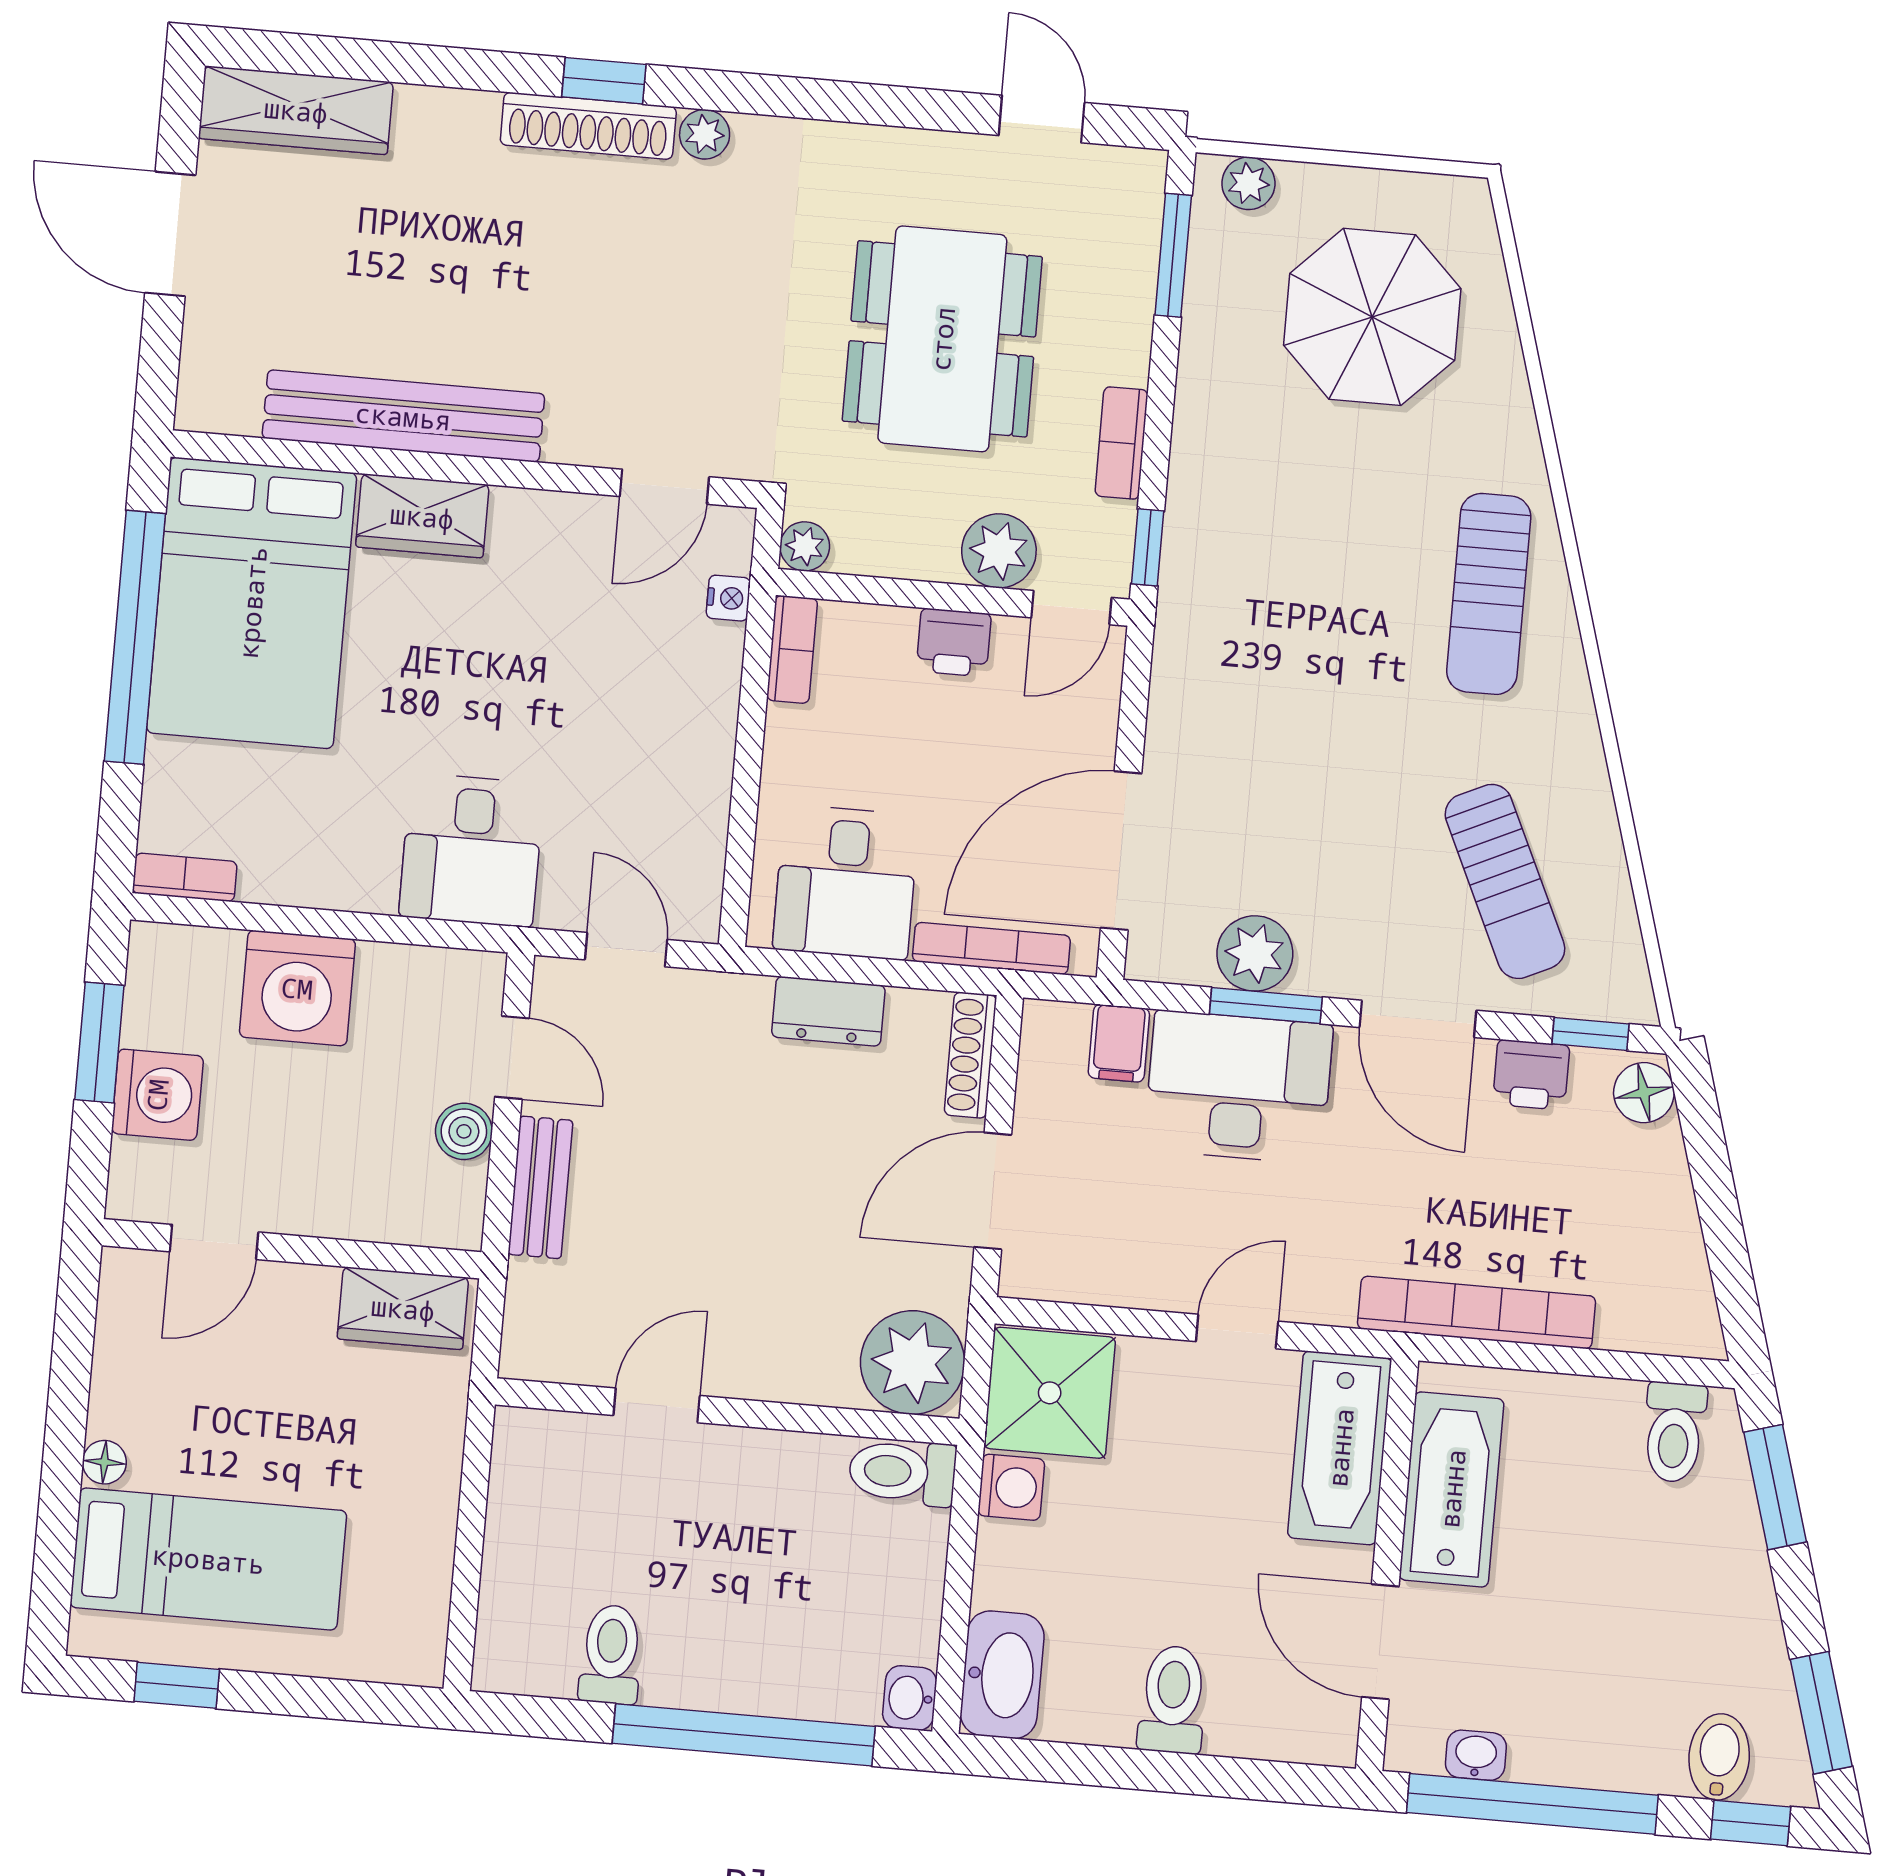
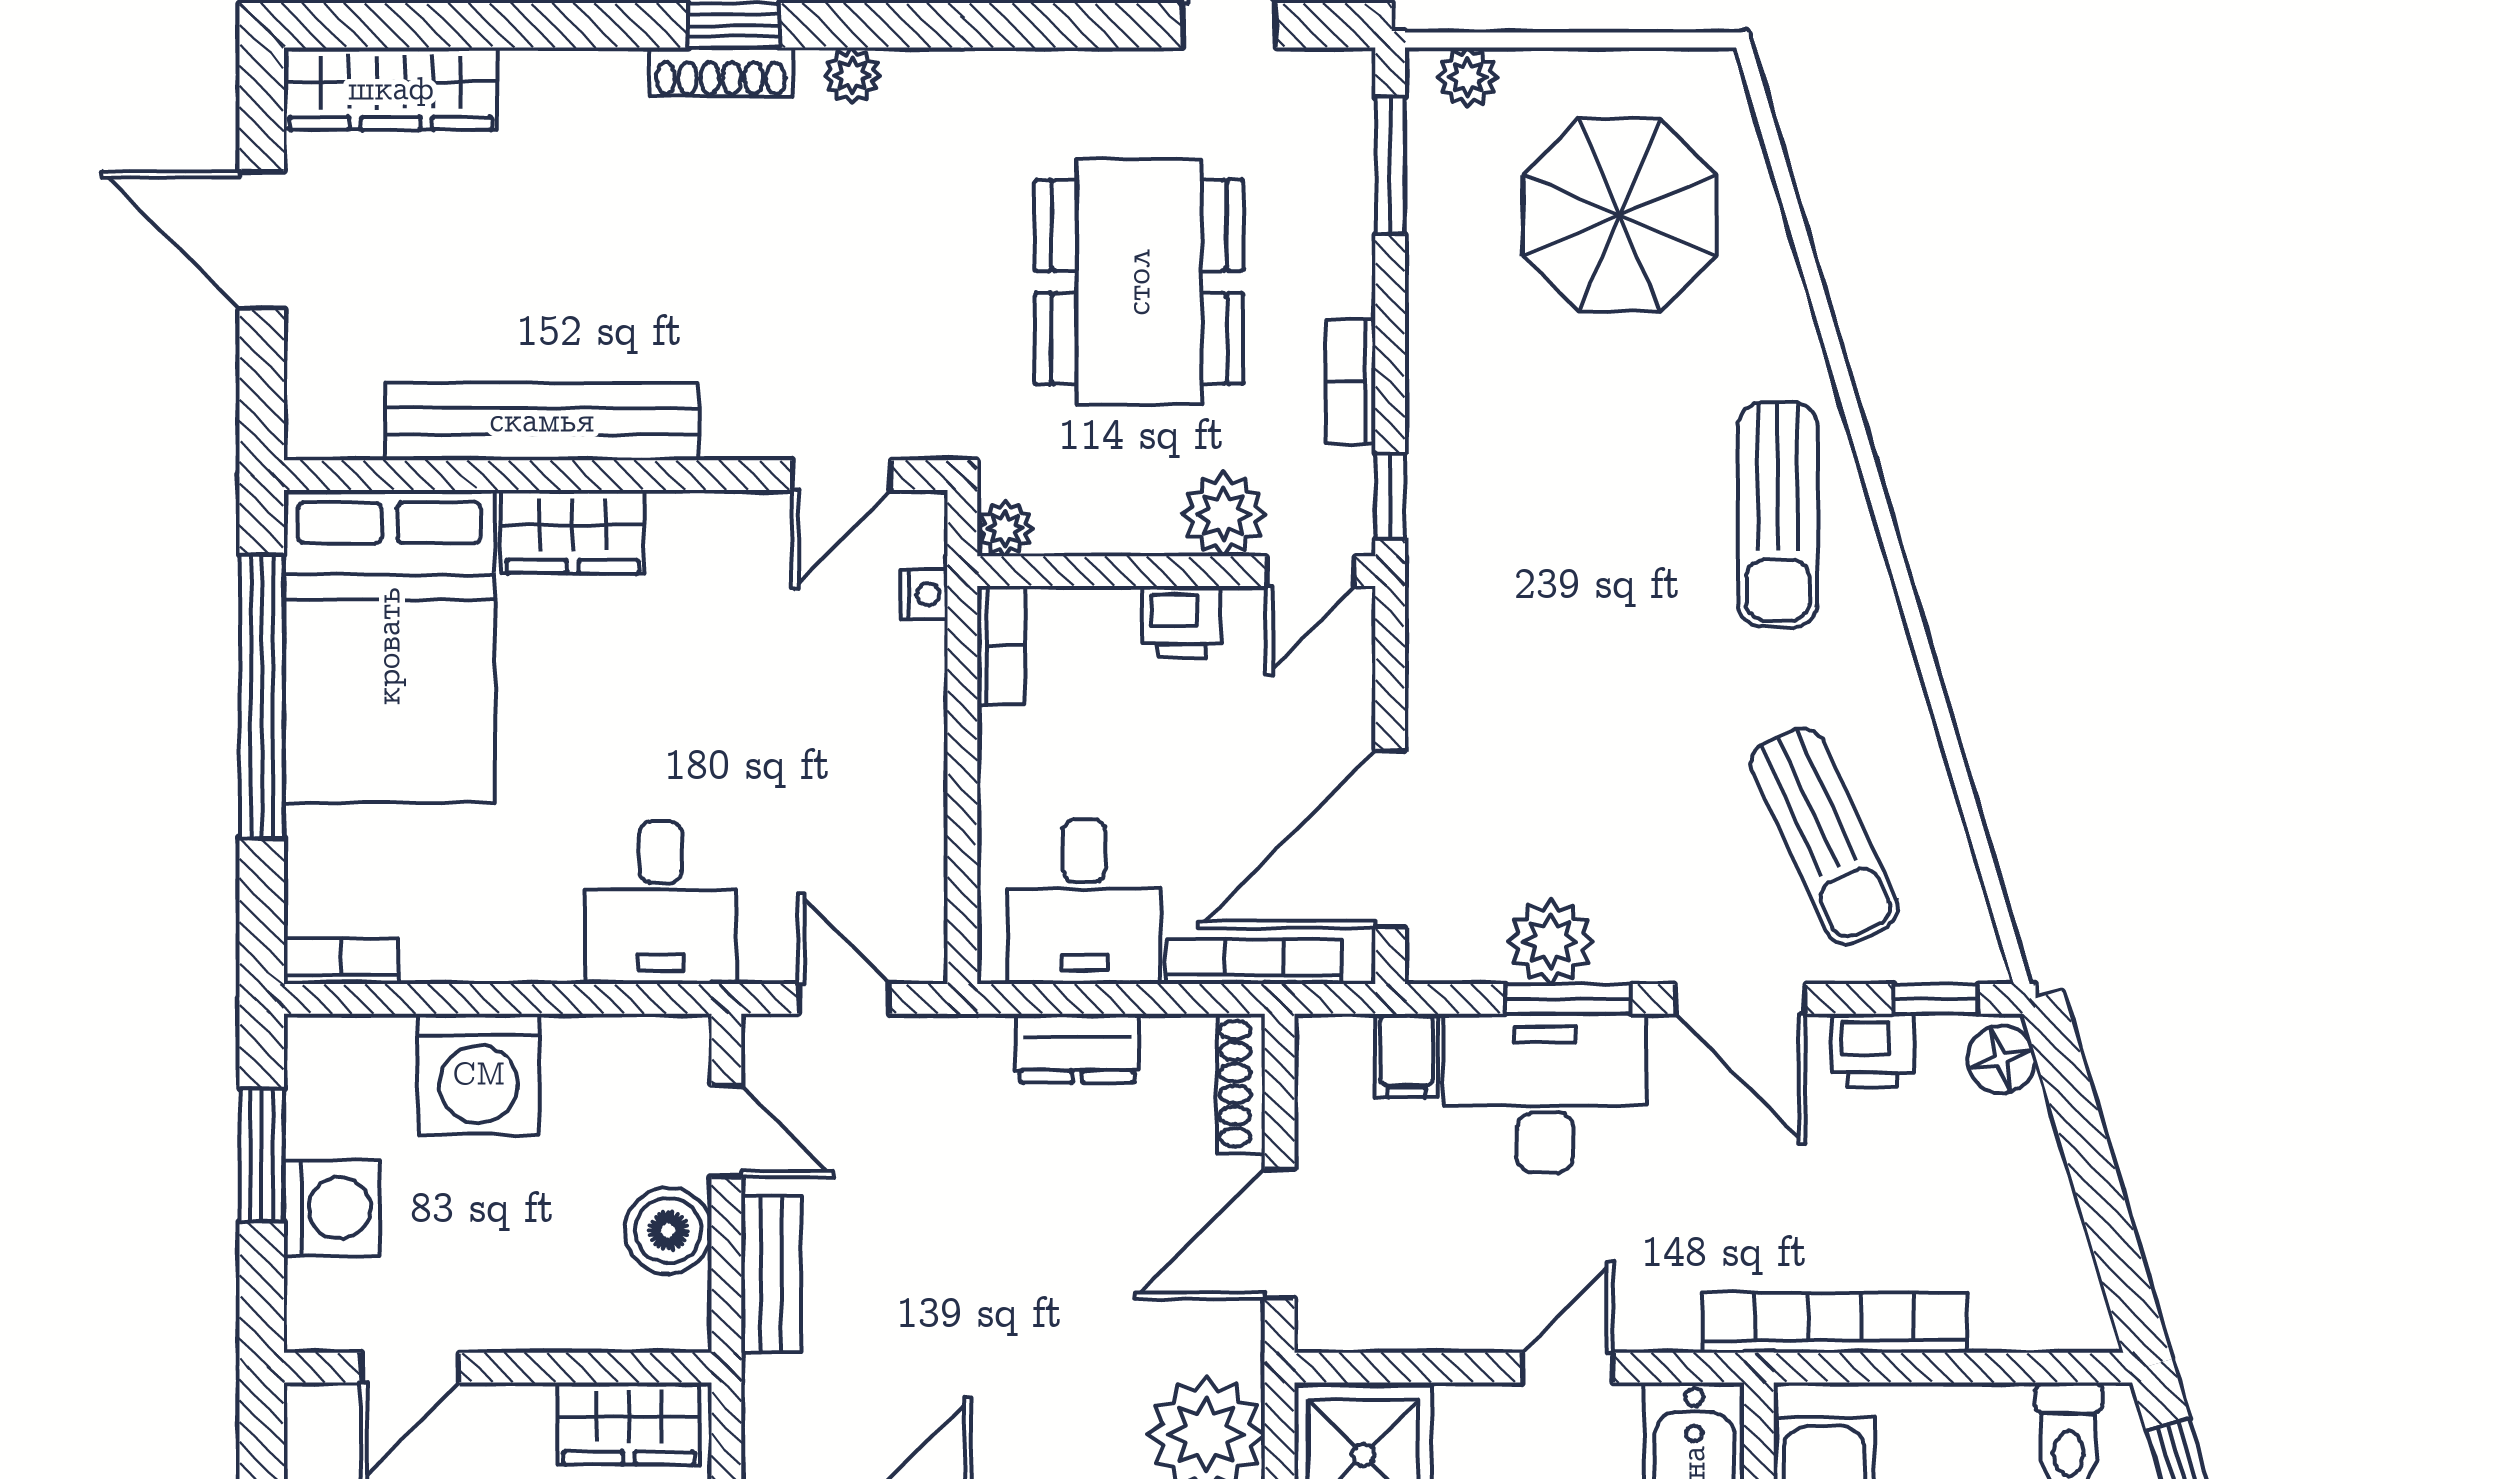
shoe rack: (588, 126) -> (721, 72), width x0.74, depth x0.81
boiler: (464, 1131) -> (668, 1231), width x1.36, depth x1.36

